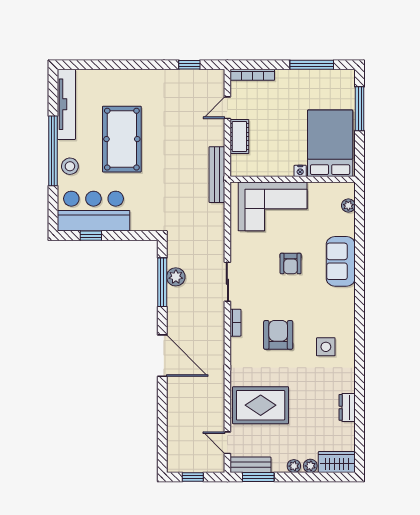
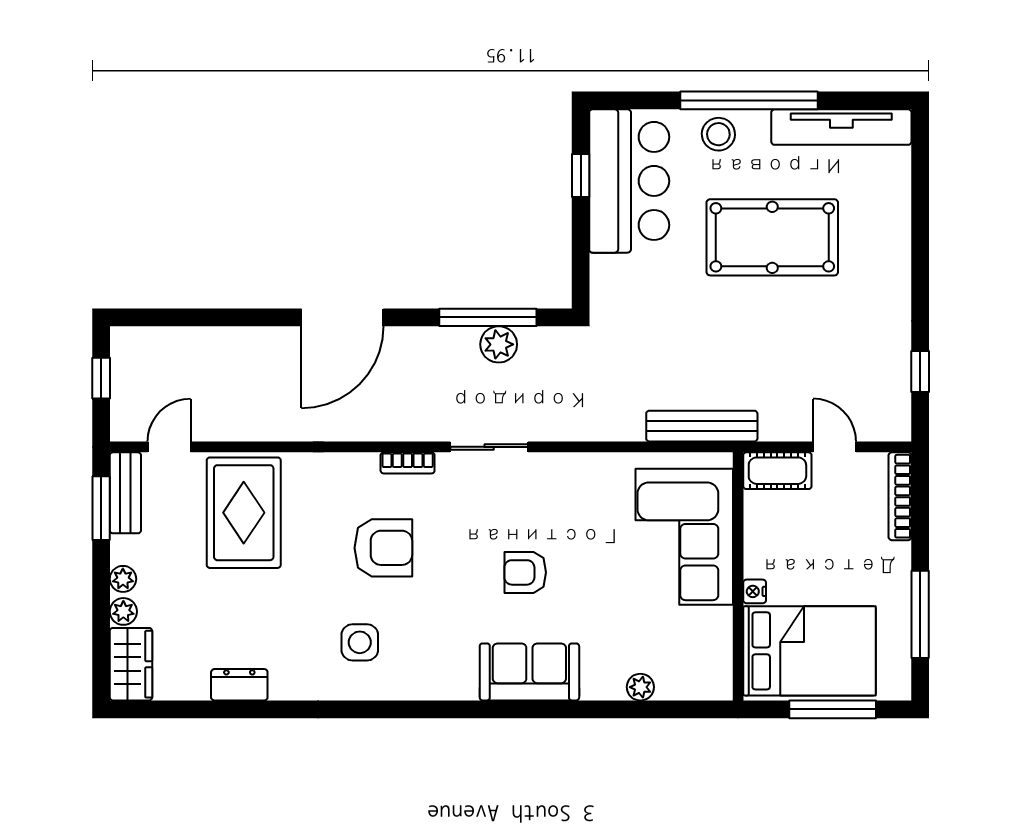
bed: (330, 143) -> (810, 651), moved
nightstand: (300, 171) -> (755, 591), moved
wall: (293, 179) -> (738, 576), moved
corner sofa: (273, 206) -> (684, 537), moved

